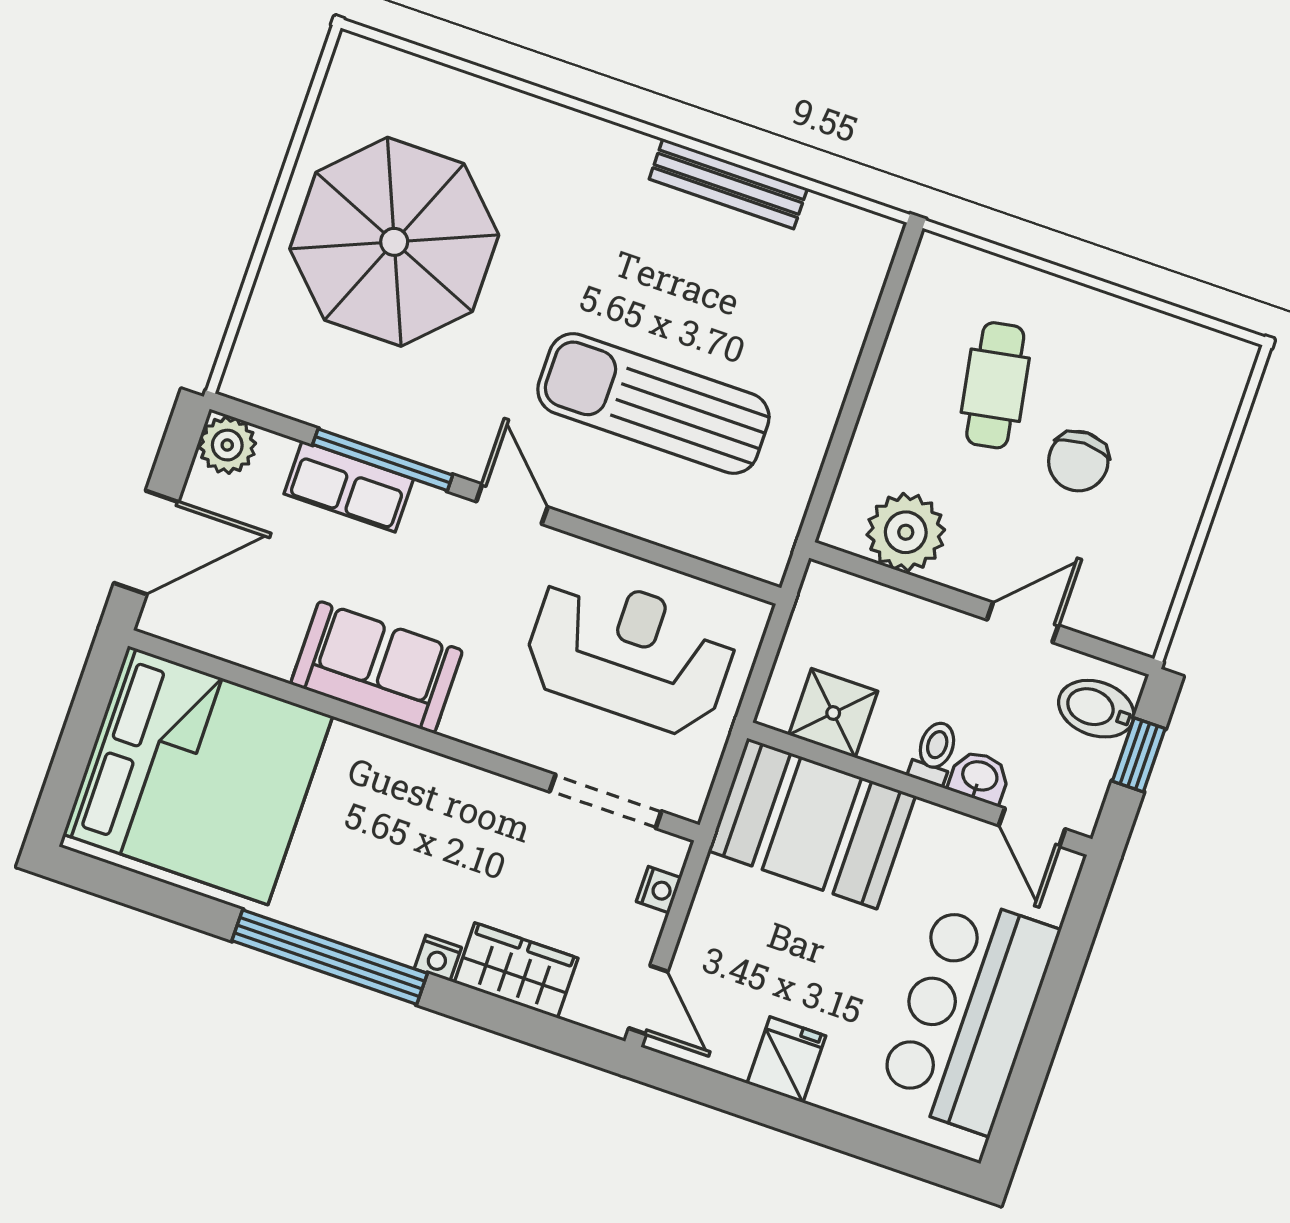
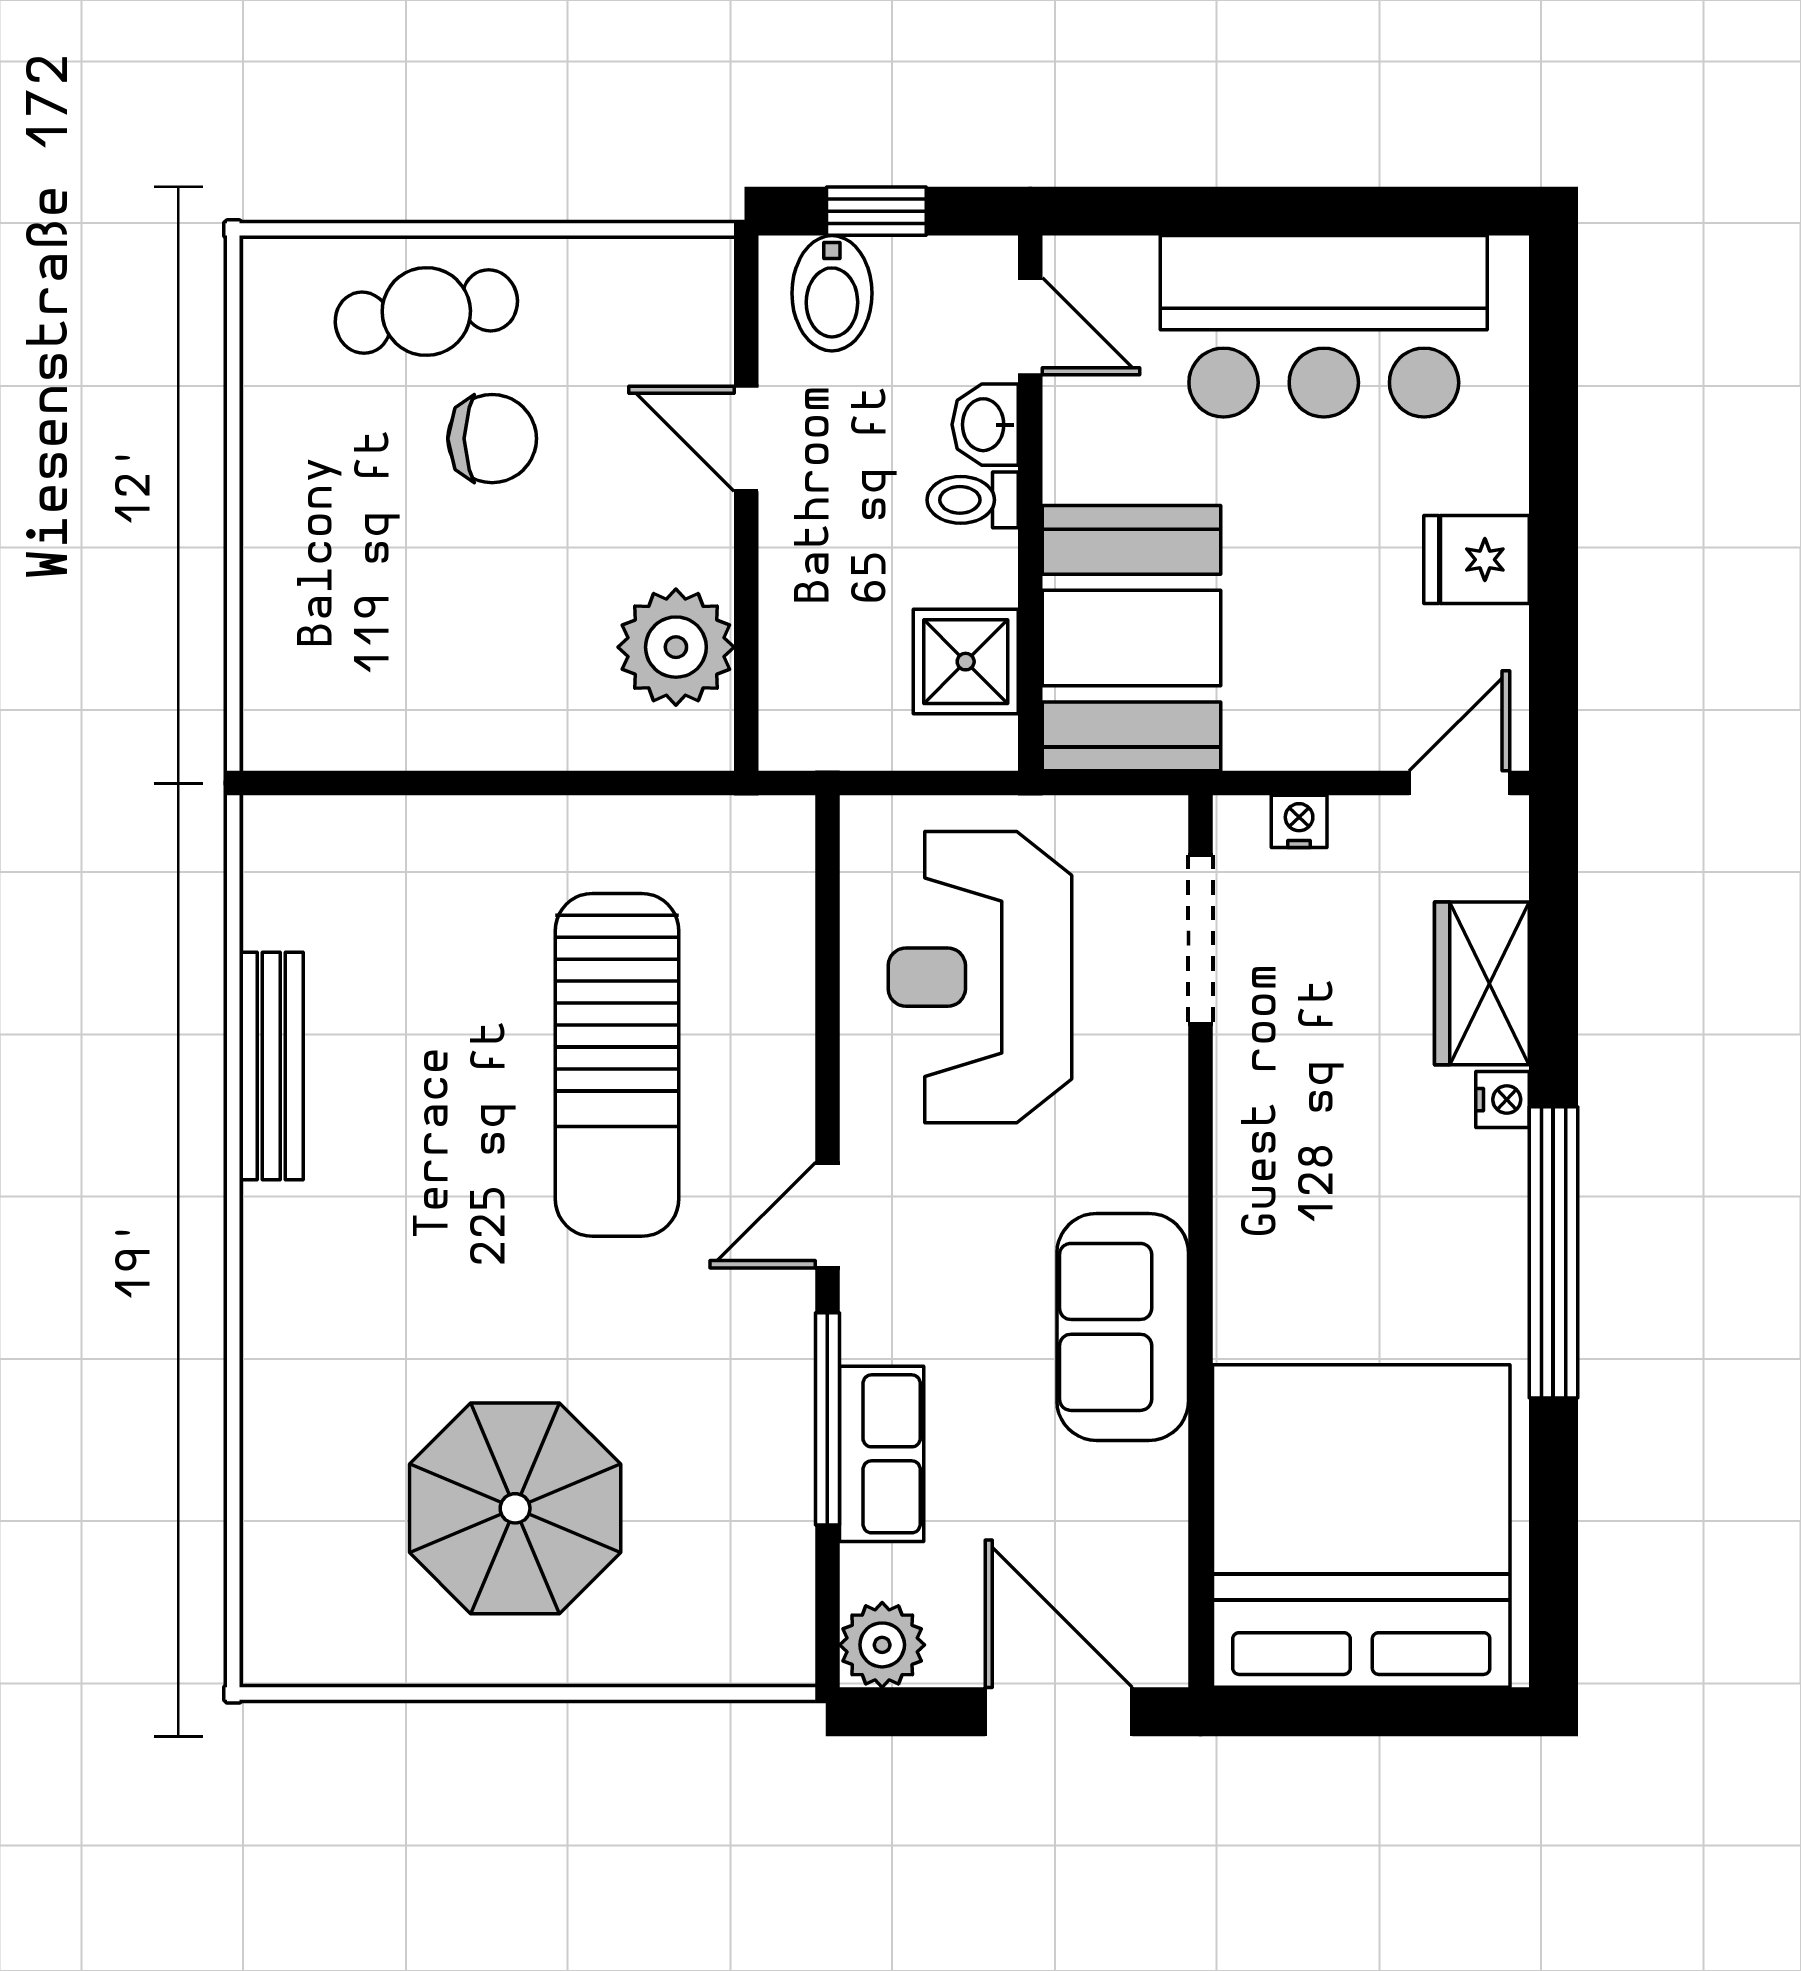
parasol: (394, 242) -> (515, 1508), width x0.73, depth x0.73
cafe table: (995, 385) -> (426, 312), moved
door: (1032, 827) -> (1030, 326), hinge flipped

